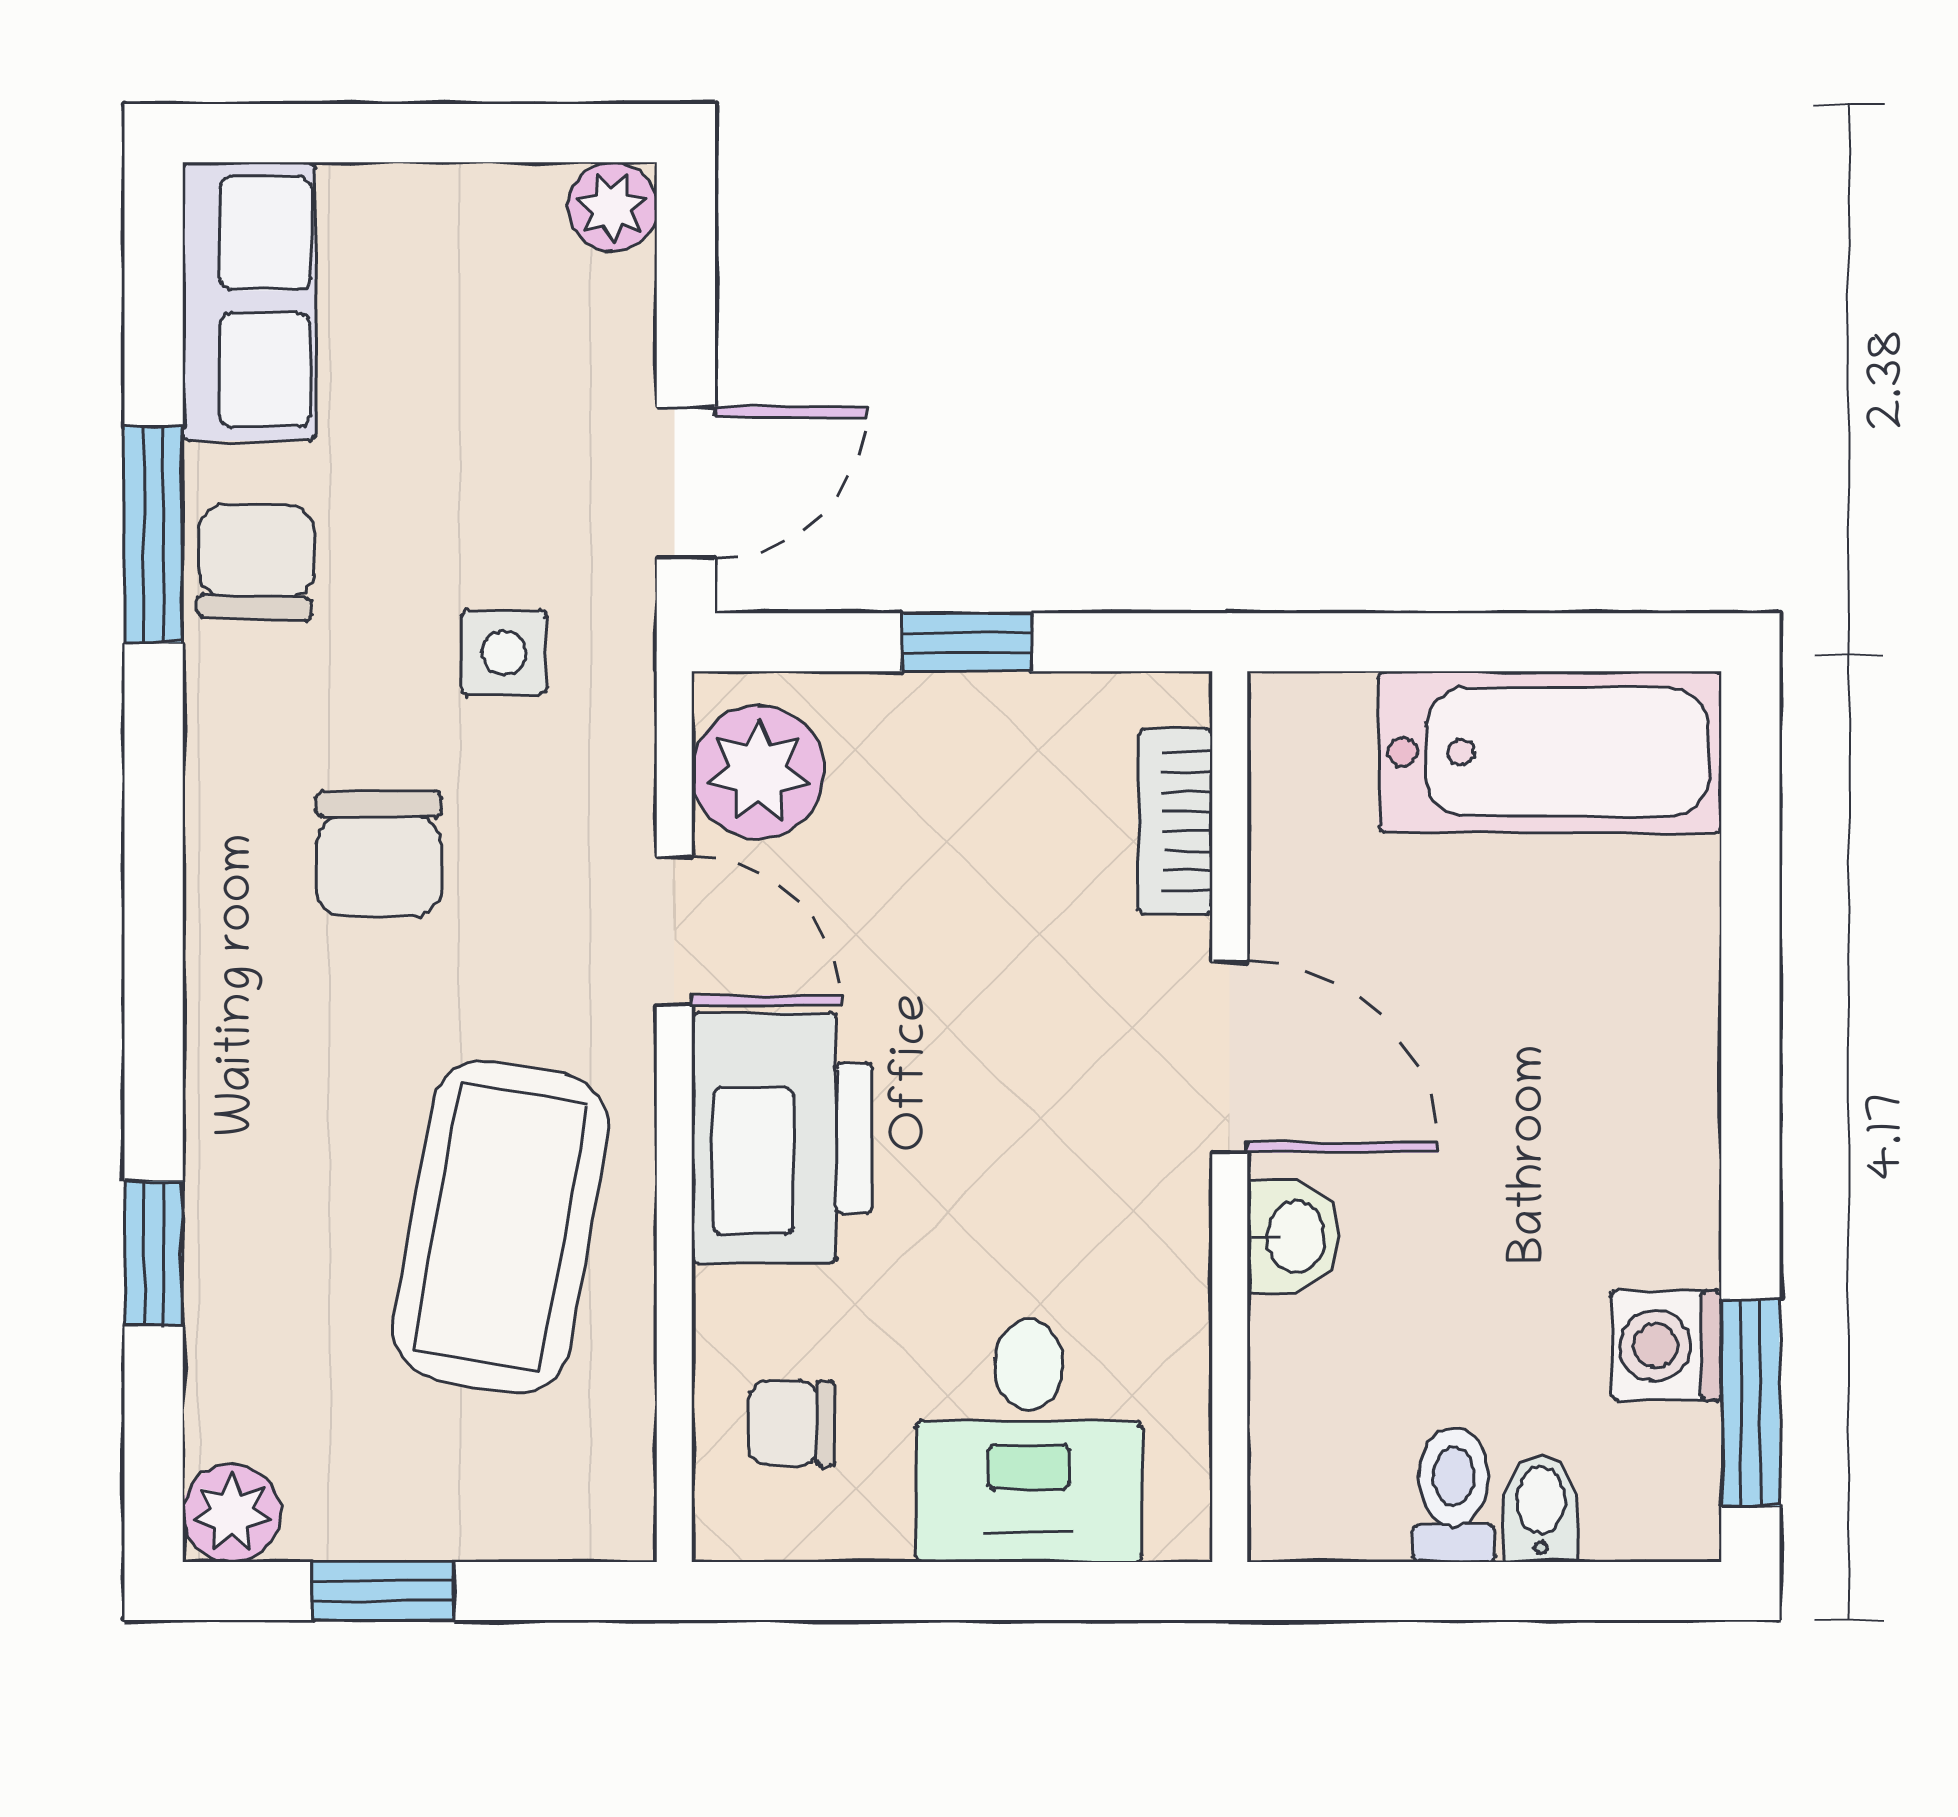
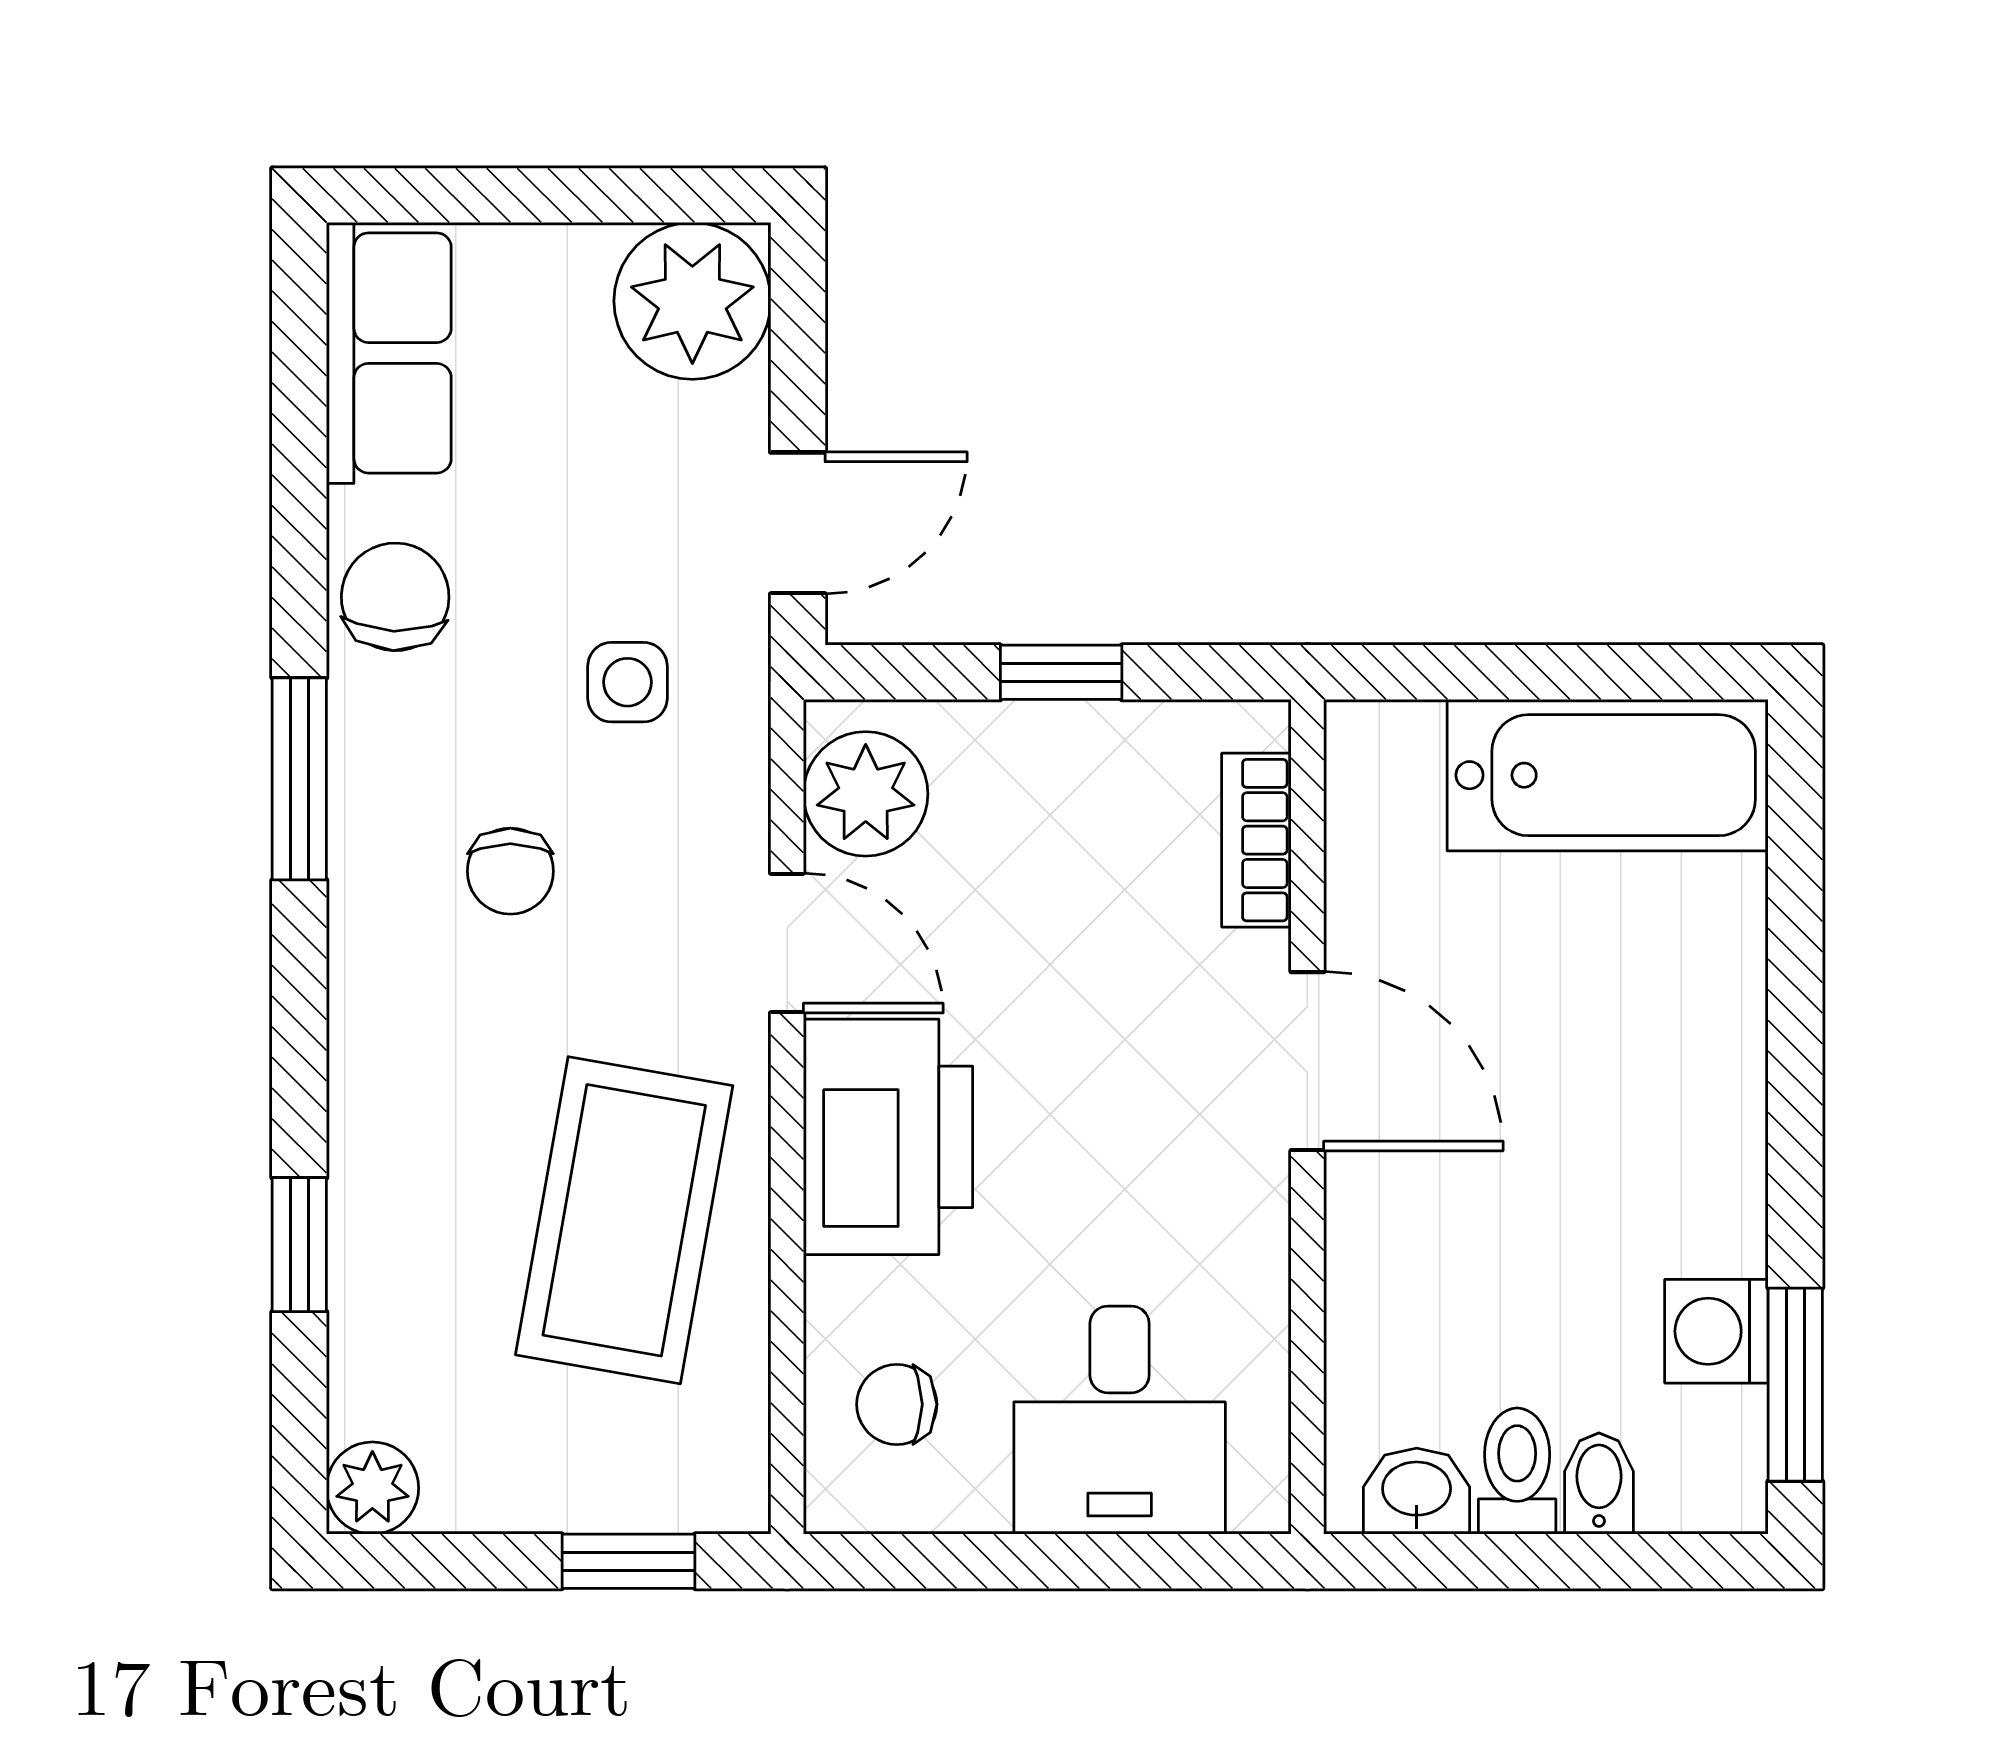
plant: (612, 207) -> (692, 301), width x1.88, depth x1.88
window: (154, 534) -> (299, 779), moved
chair: (379, 854) -> (510, 871), width x0.73, depth x0.73
washbasin: (1293, 1237) -> (1417, 1491), moved, turned -90
window: (383, 1591) -> (628, 1561), moved

